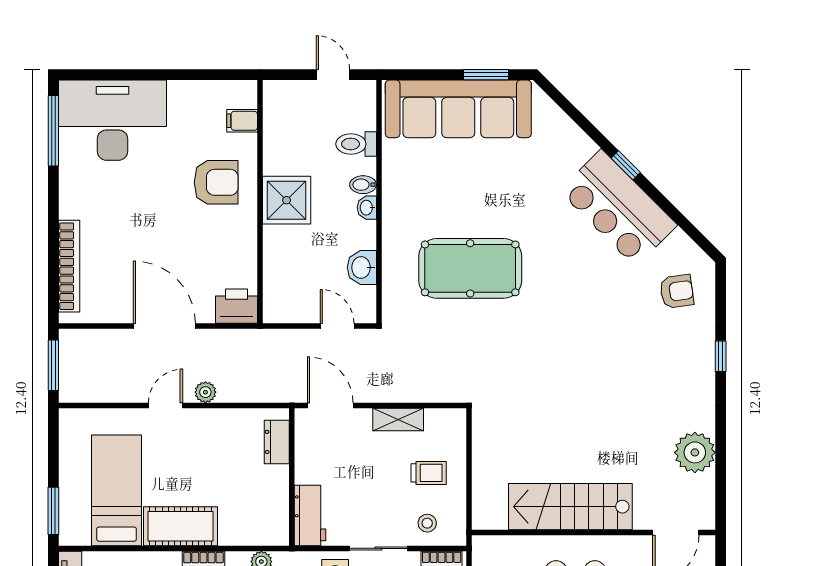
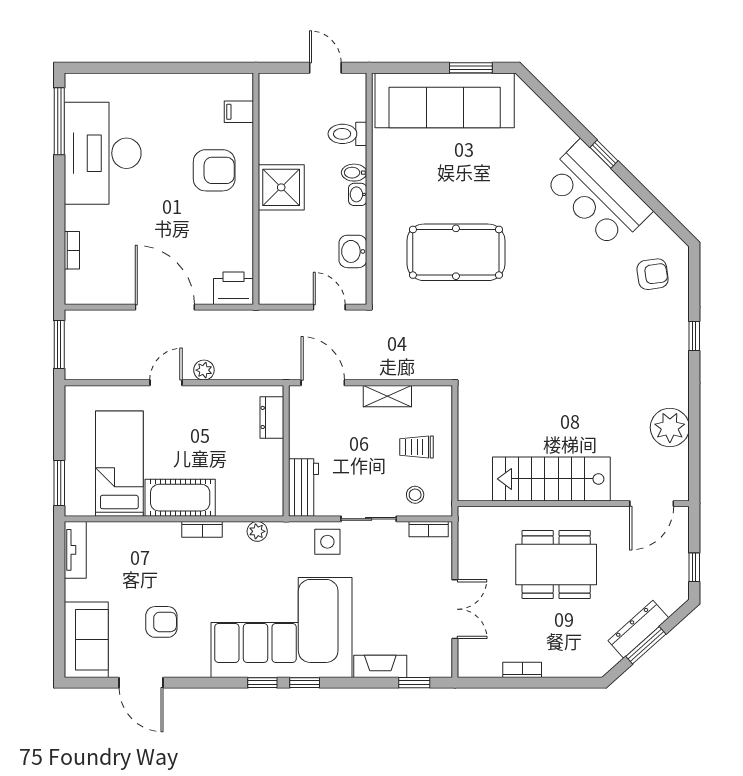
desk: (112, 120) -> (103, 153), moved, turned -90
bookcase: (69, 266) -> (72, 250), width x0.43, depth x0.76
trolley: (429, 473) -> (416, 447), turned 180

